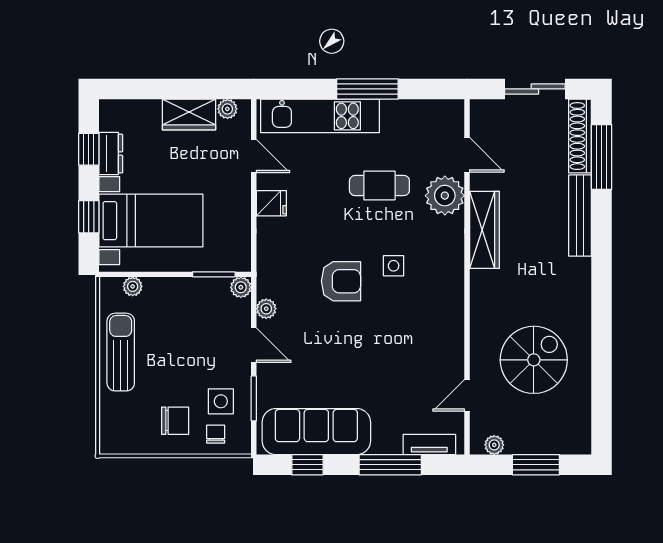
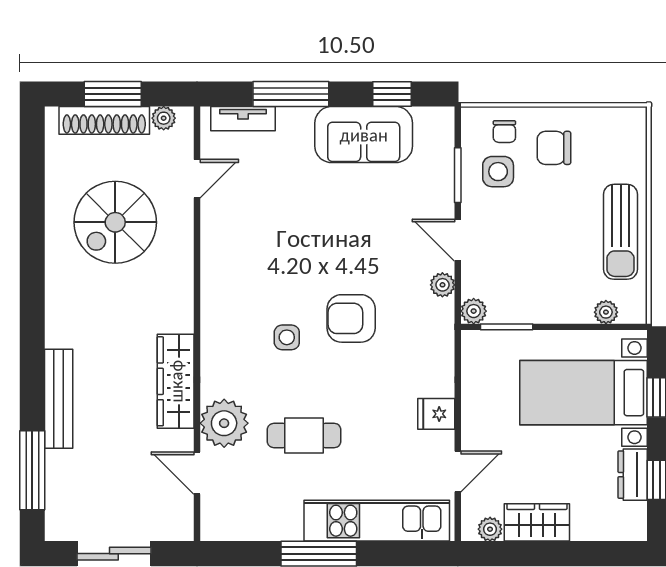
shoe rack: (580, 136) -> (104, 120), moved, turned 90
door: (254, 156) -> (458, 472), swing flipped
sofa: (316, 432) -> (364, 135), width x0.73

